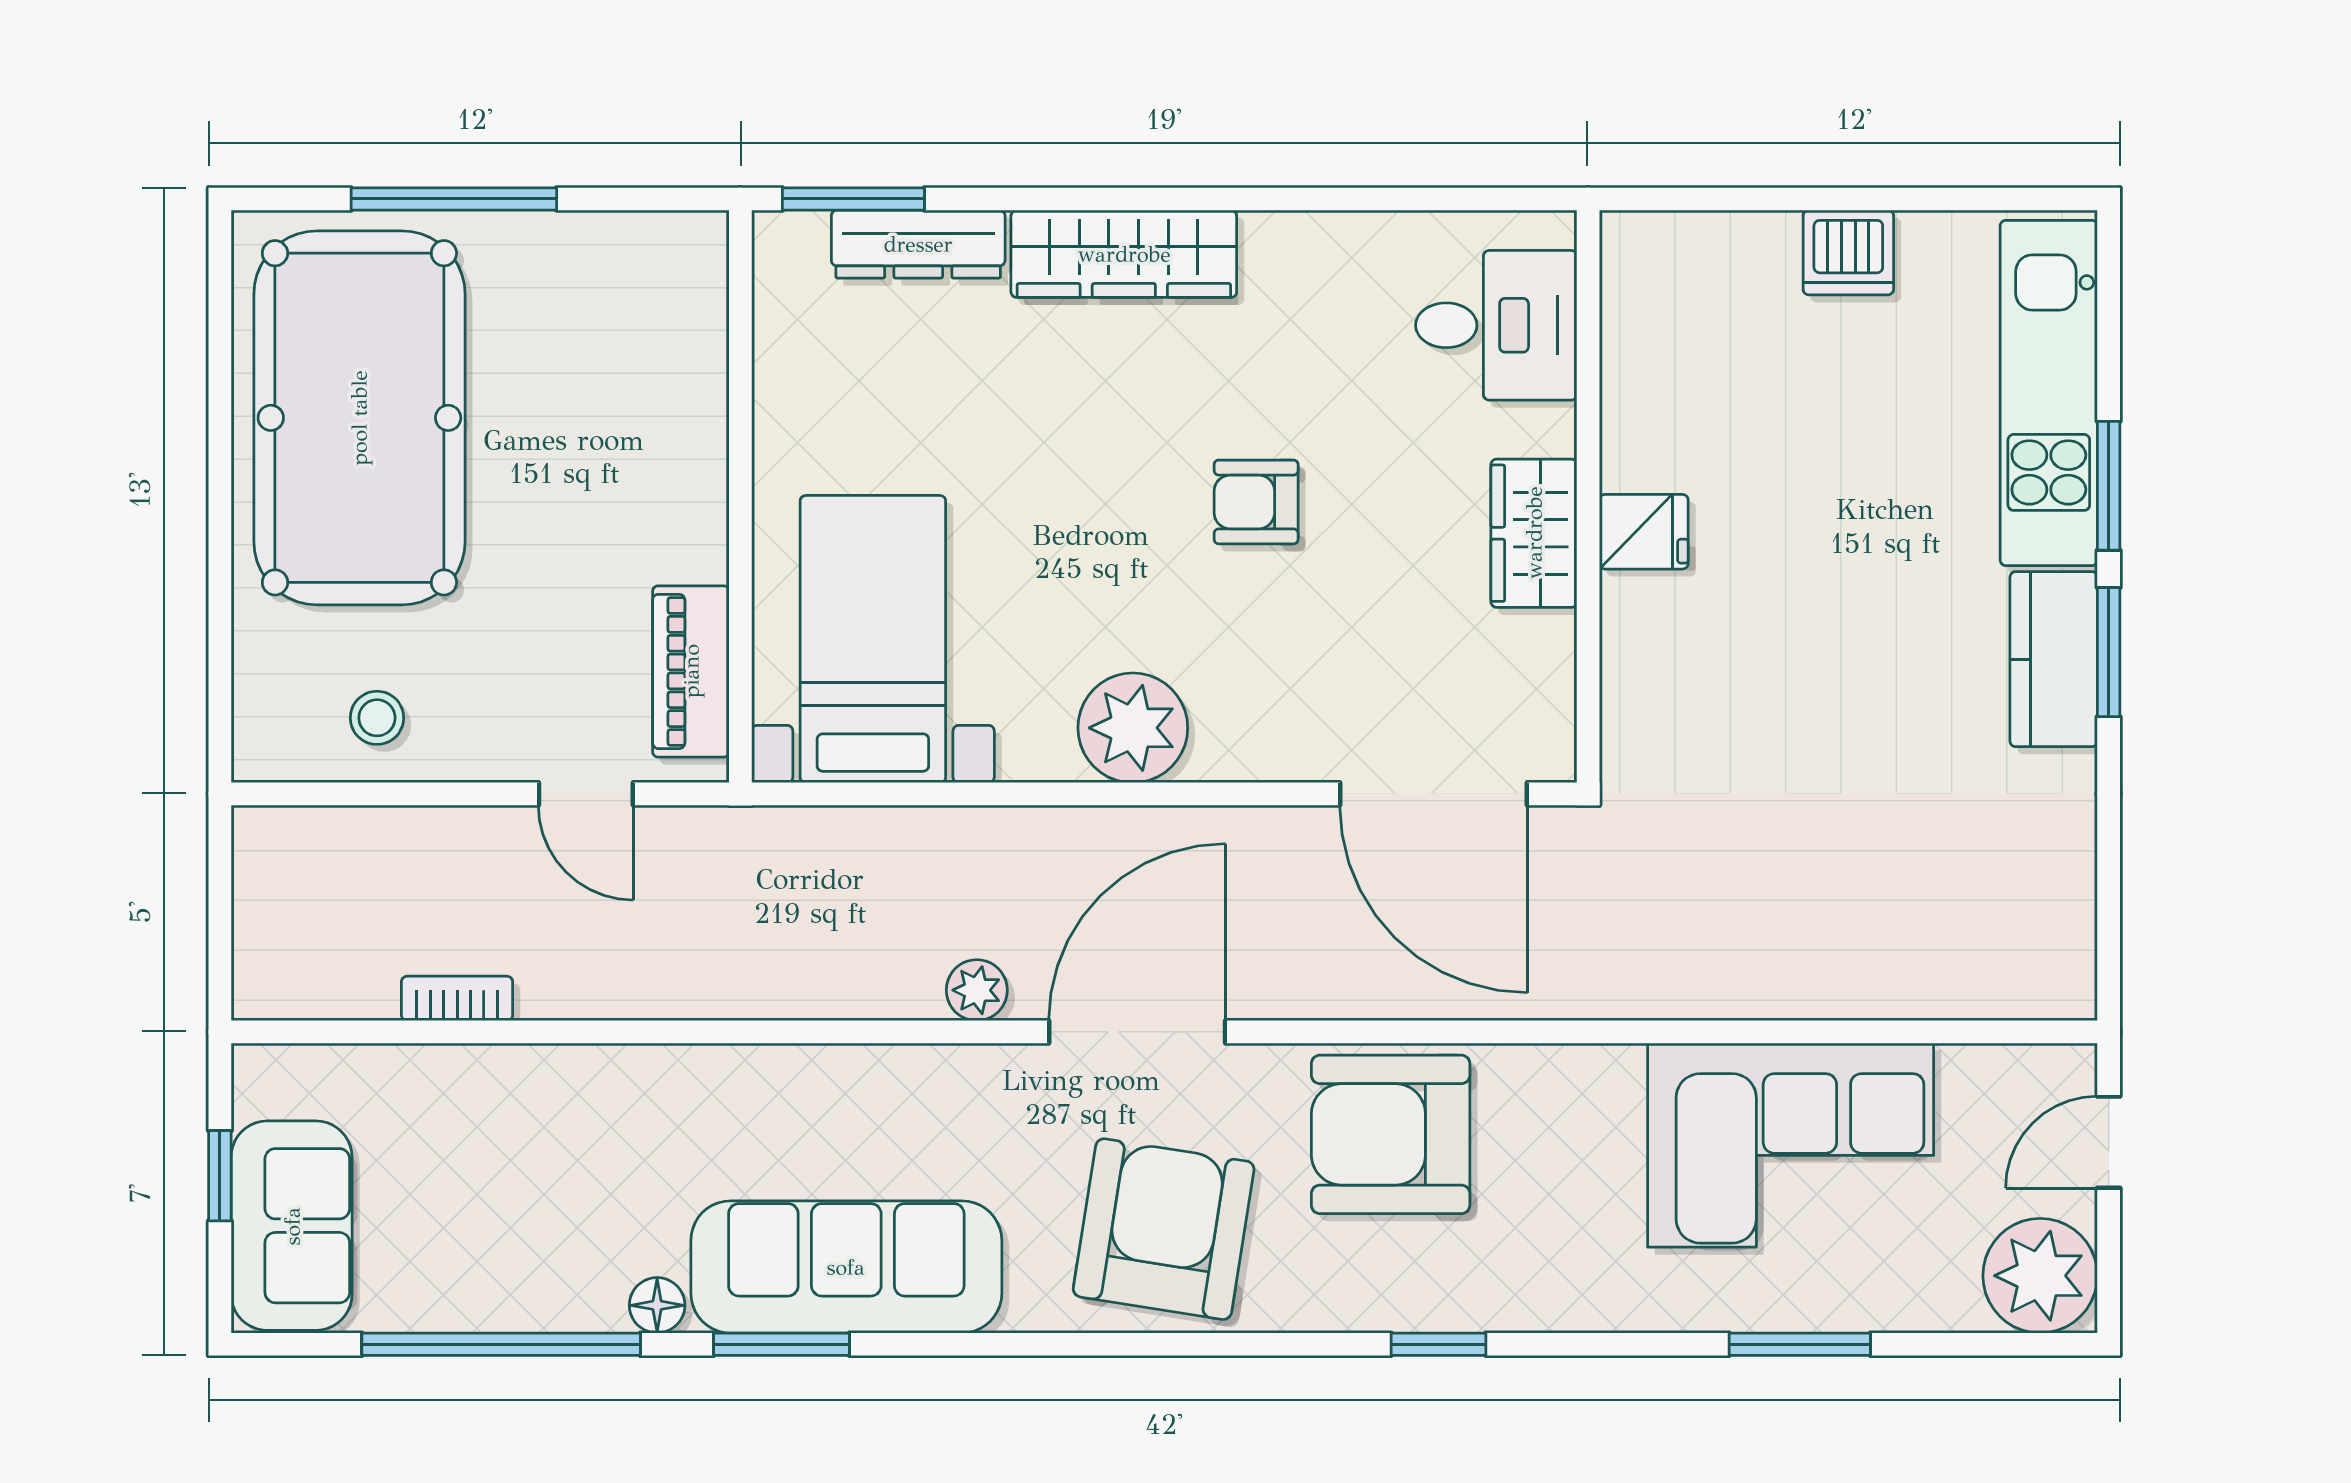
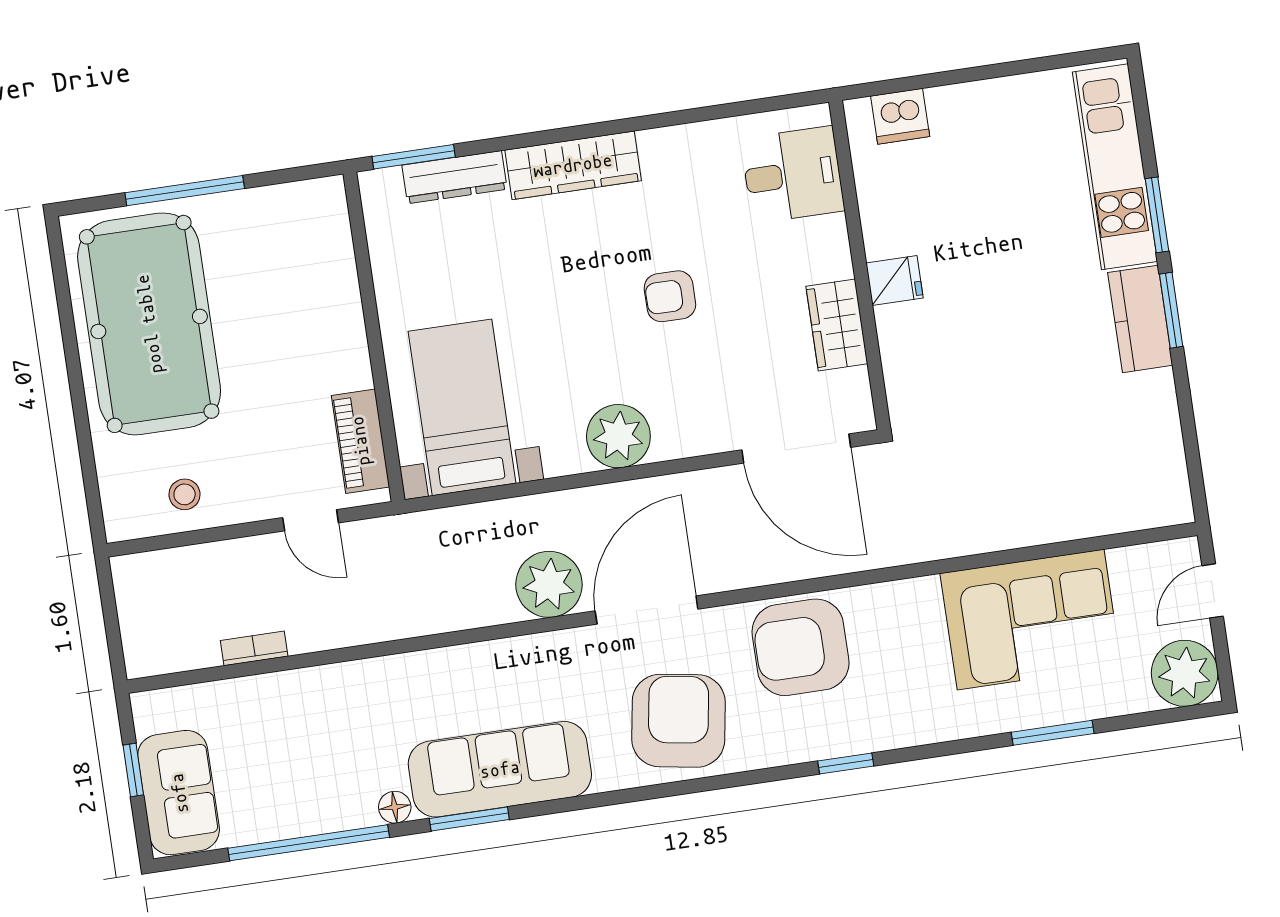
dishwasher: (1848, 252) -> (900, 116), moved
wardrobe: (1534, 533) -> (837, 325), moved
plant: (977, 990) -> (549, 584), width x1.88, depth x1.88

